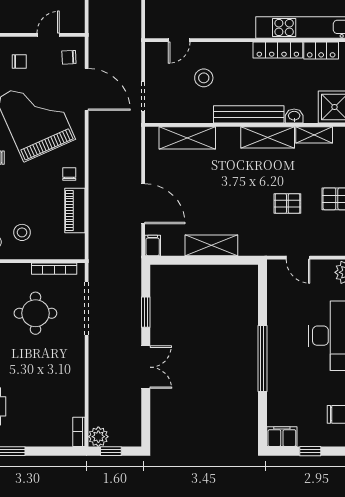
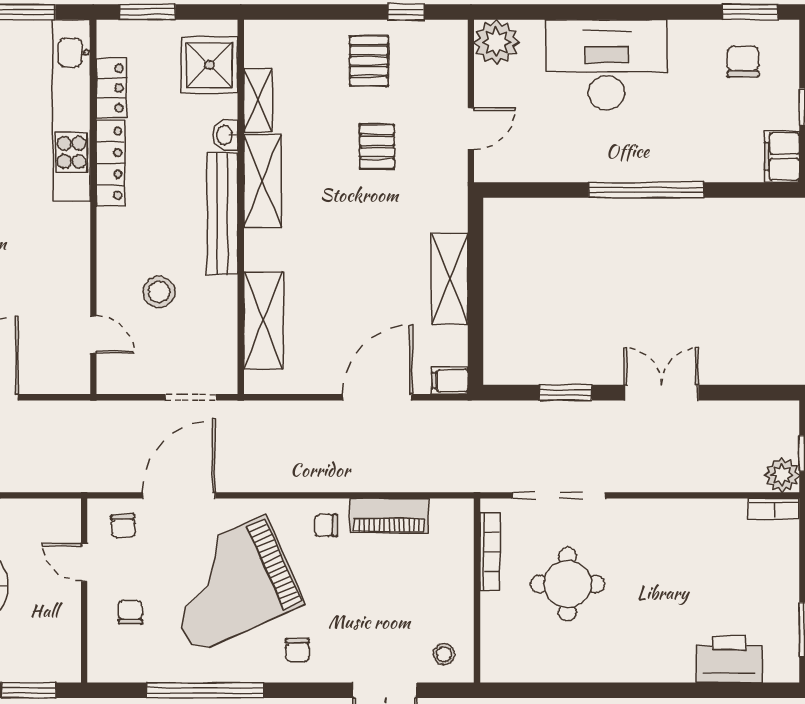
stool: (22, 232) -> (427, 607), removed

